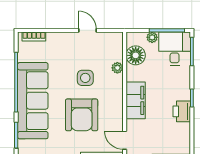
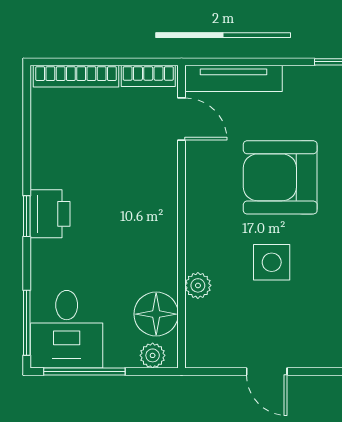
plant: (152, 37) -> (153, 355), moved
filing cabinet: (136, 100) -> (156, 211), removed
printer: (182, 111) -> (50, 214), moved
armchair: (82, 115) -> (280, 177), turned -90

